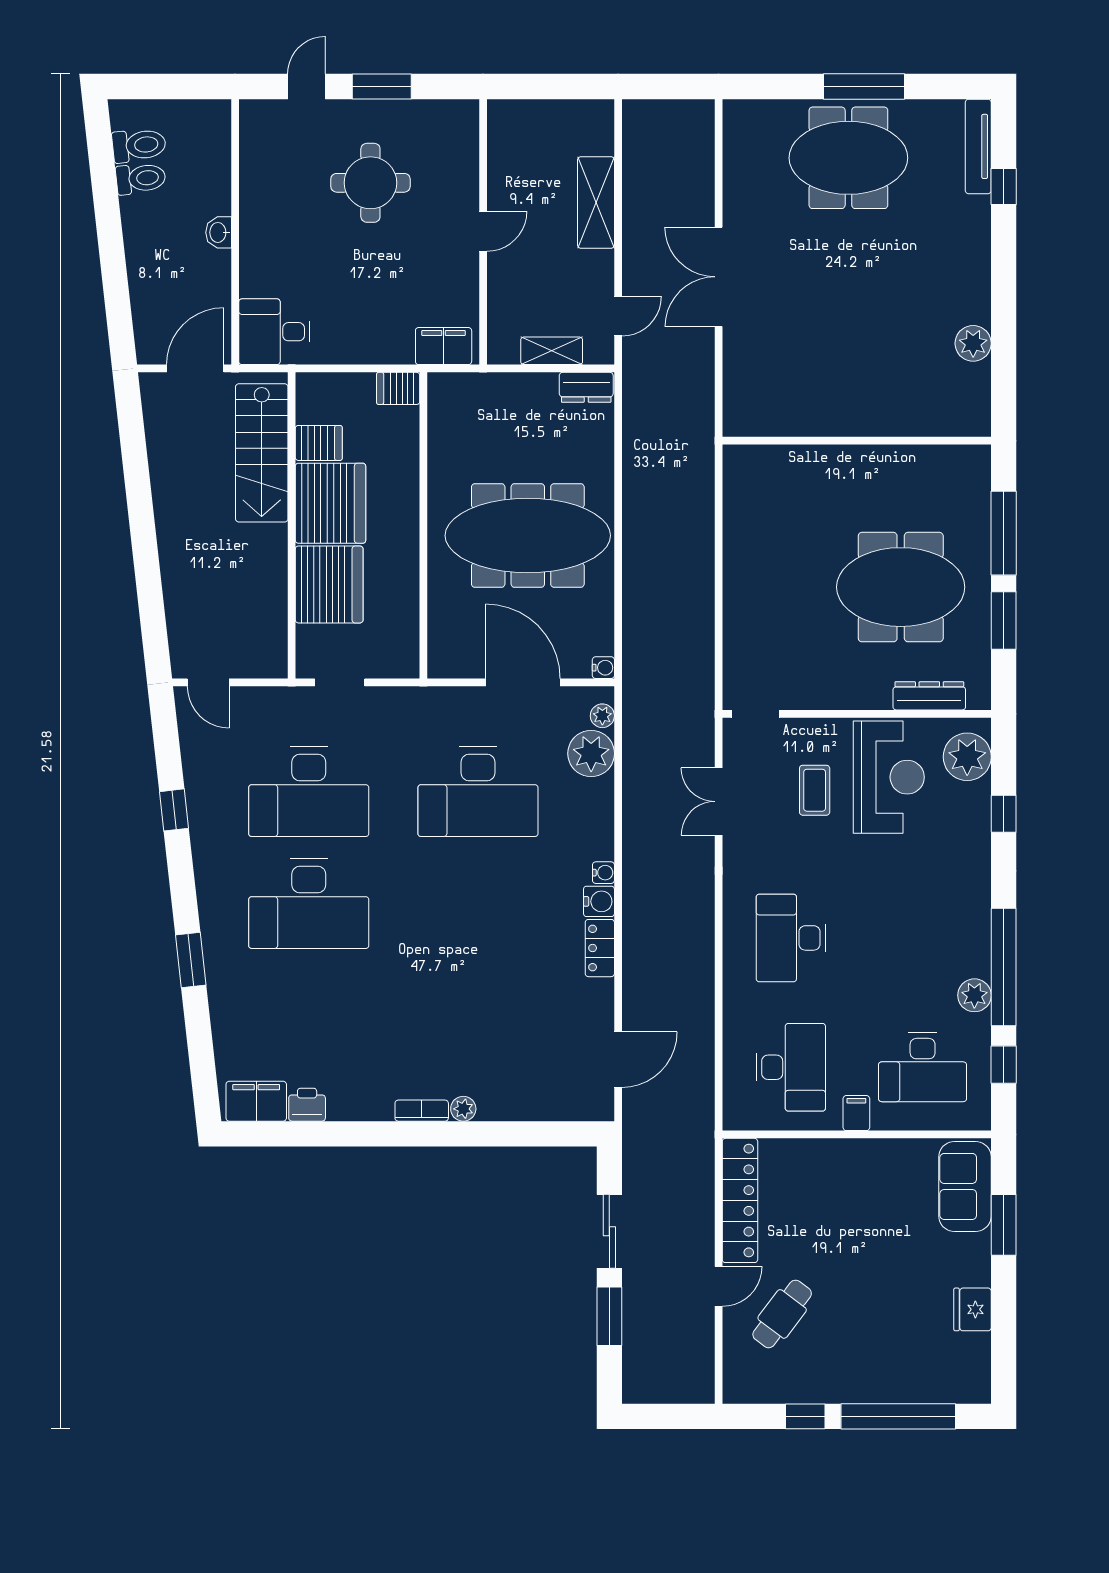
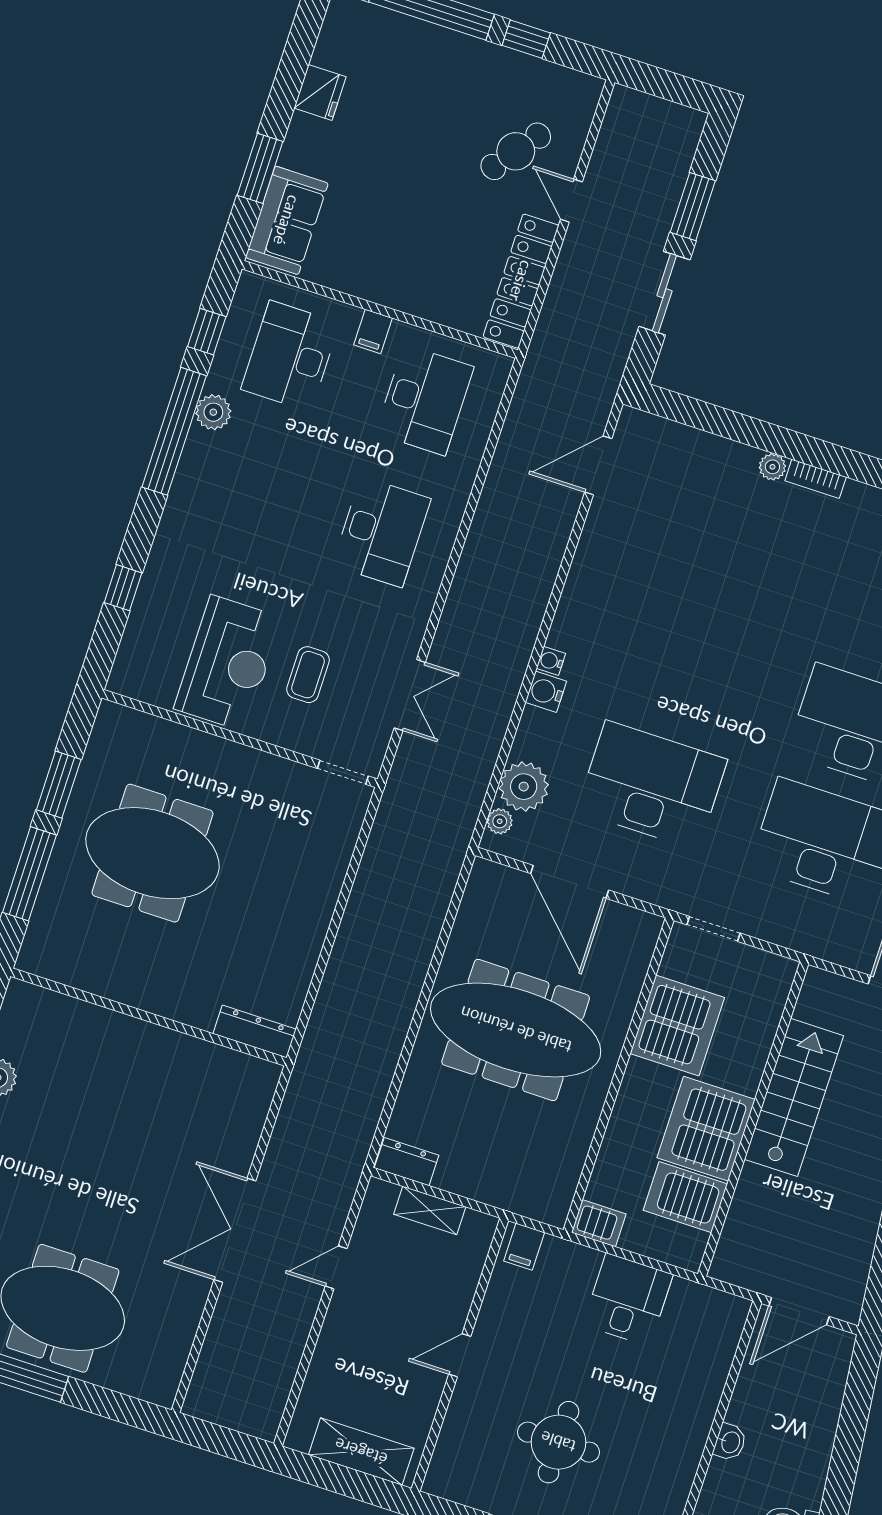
shelving: (596, 202) -> (361, 1452), moved, turned 90
double door: (719, 277) -> (235, 1230), swing flipped
door: (618, 316) -> (336, 1267), moved
desk: (274, 332) -> (628, 1300), moved, turned -90
filing cabinet: (444, 346) -> (524, 1247), width x0.50
server rack: (319, 443) -> (685, 1197), width x1.36, depth x1.44
stairs: (262, 453) -> (794, 1097), moved
server rack: (329, 584) -> (677, 1026), moved, turned 180
water cooler: (603, 668) -> (483, 870), removed
doorway: (340, 682) -> (714, 929), moved
dresser: (929, 696) -> (255, 1032), moved, turned 180
plant: (967, 757) -> (141, 658), removed
reception desk: (889, 777) -> (228, 663), turned 180
water cooler: (599, 901) -> (546, 692), moved
locker: (600, 948) -> (580, 585), removed
desk: (791, 1067) -> (425, 400), turned 180
desk: (923, 1067) -> (290, 356), turned -90
door: (719, 1286) -> (571, 201), hinge flipped

